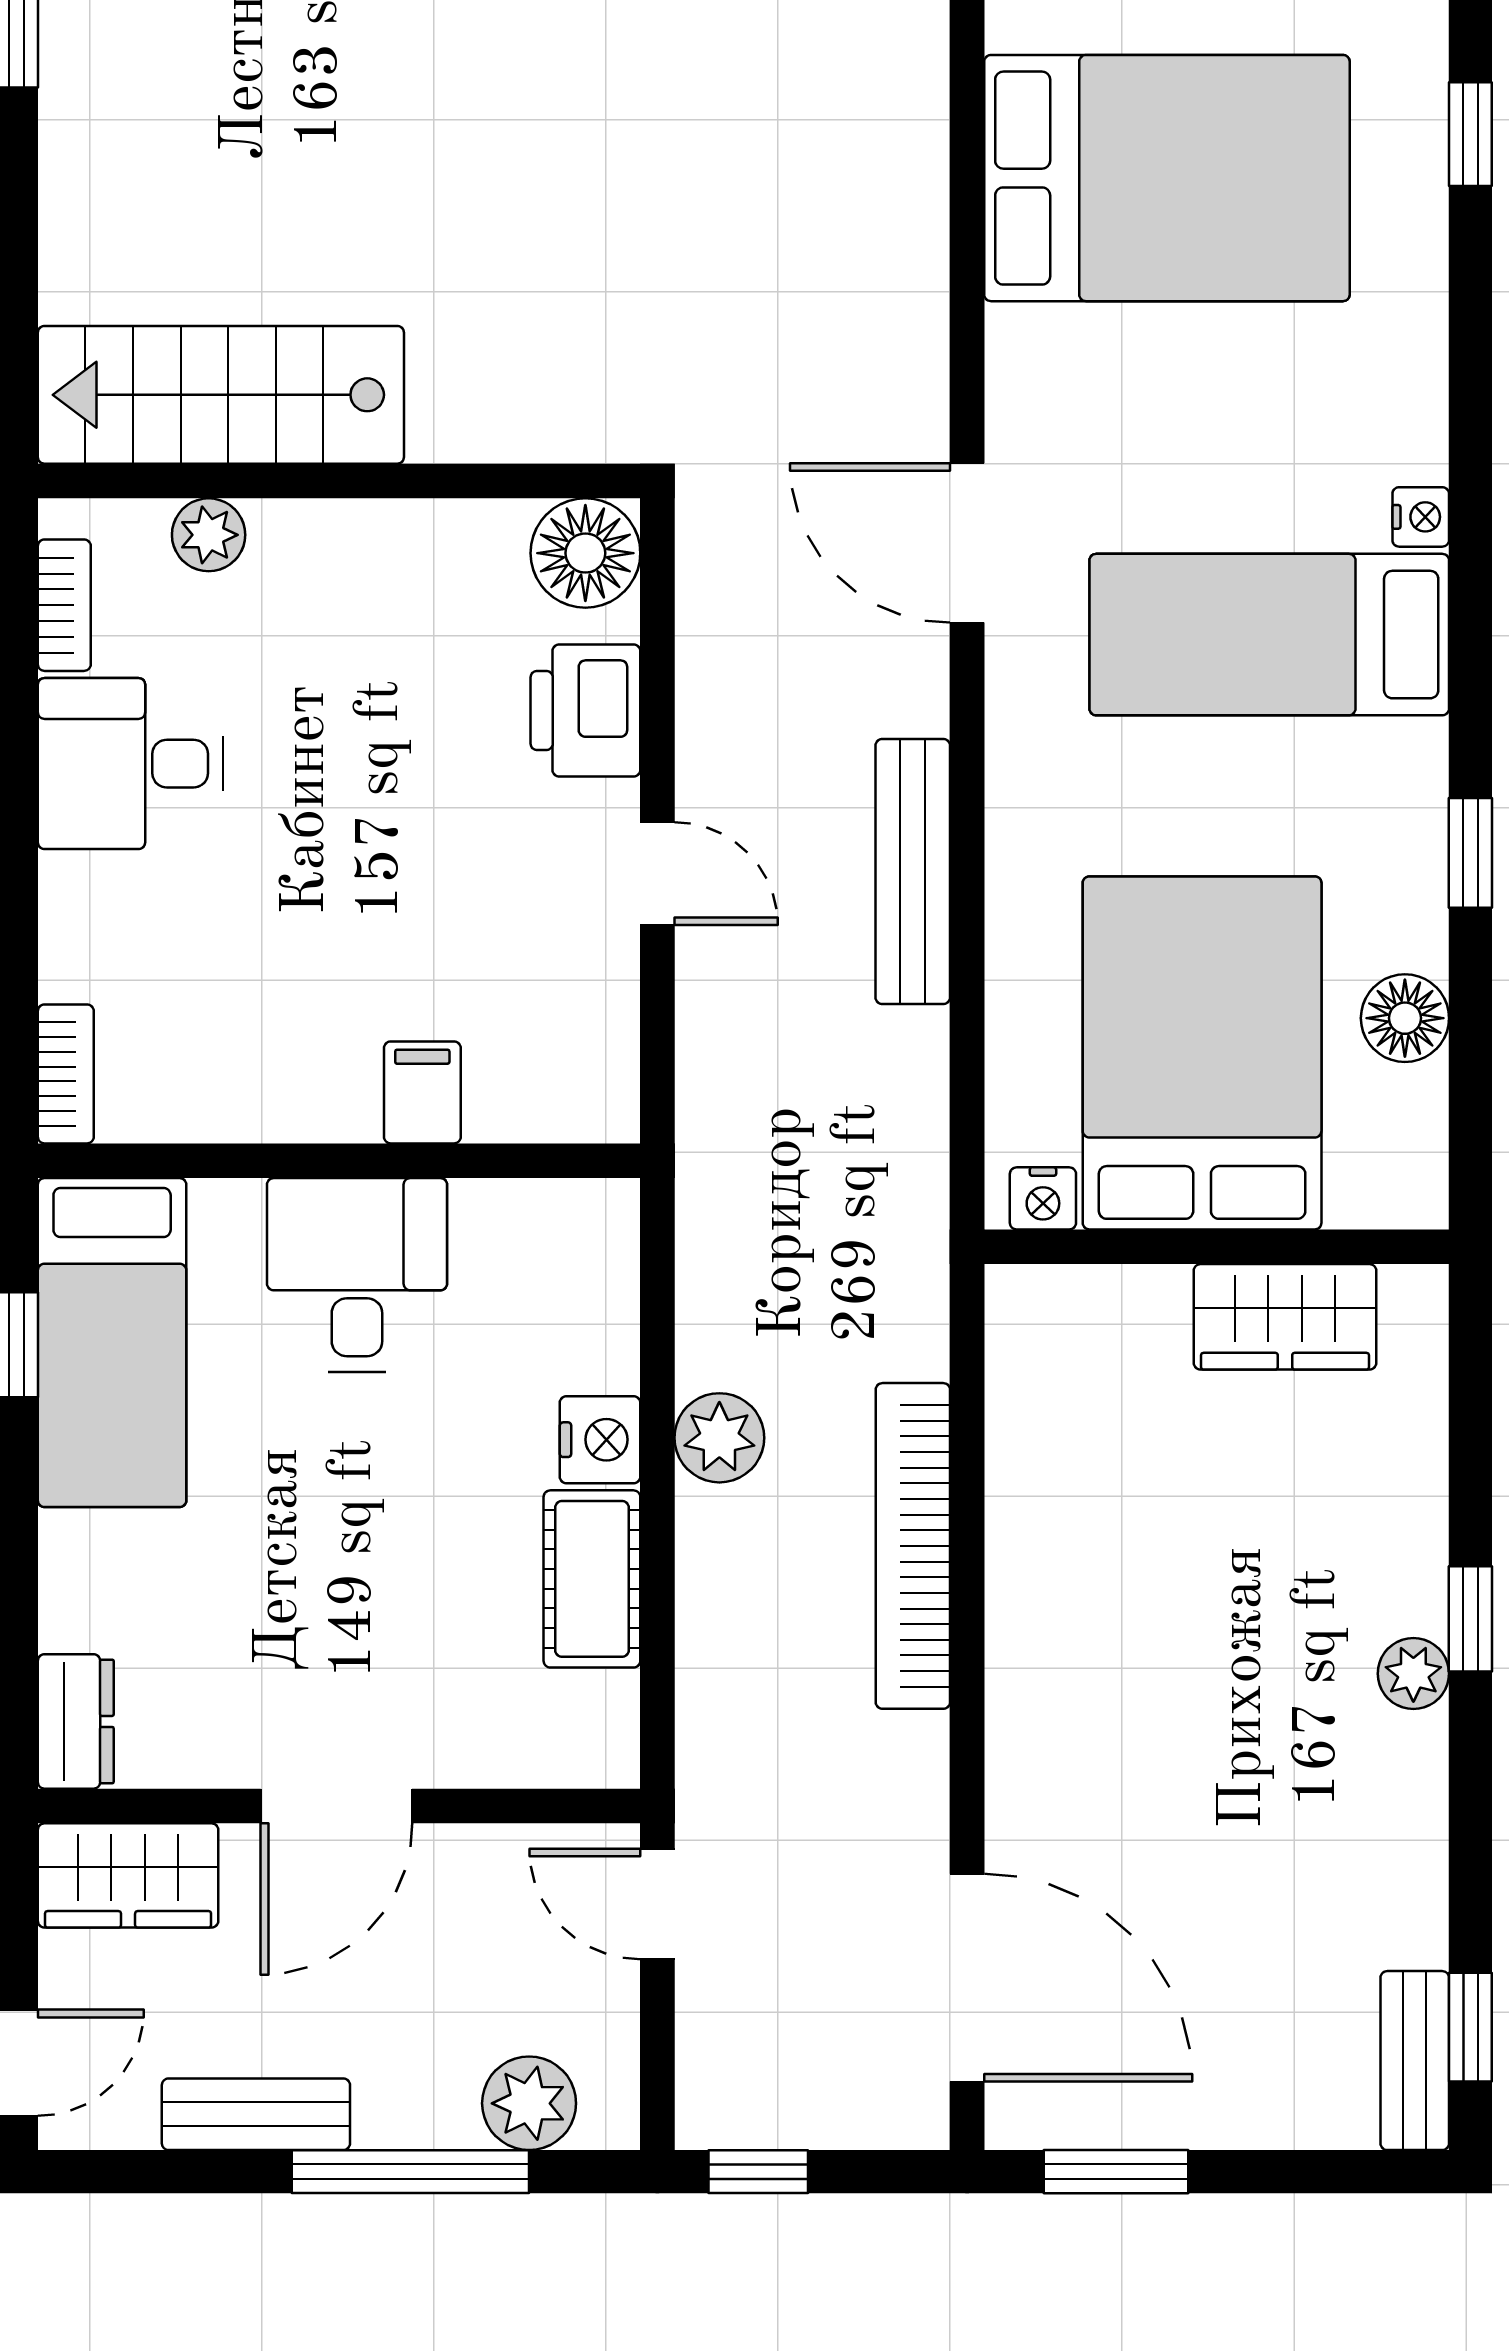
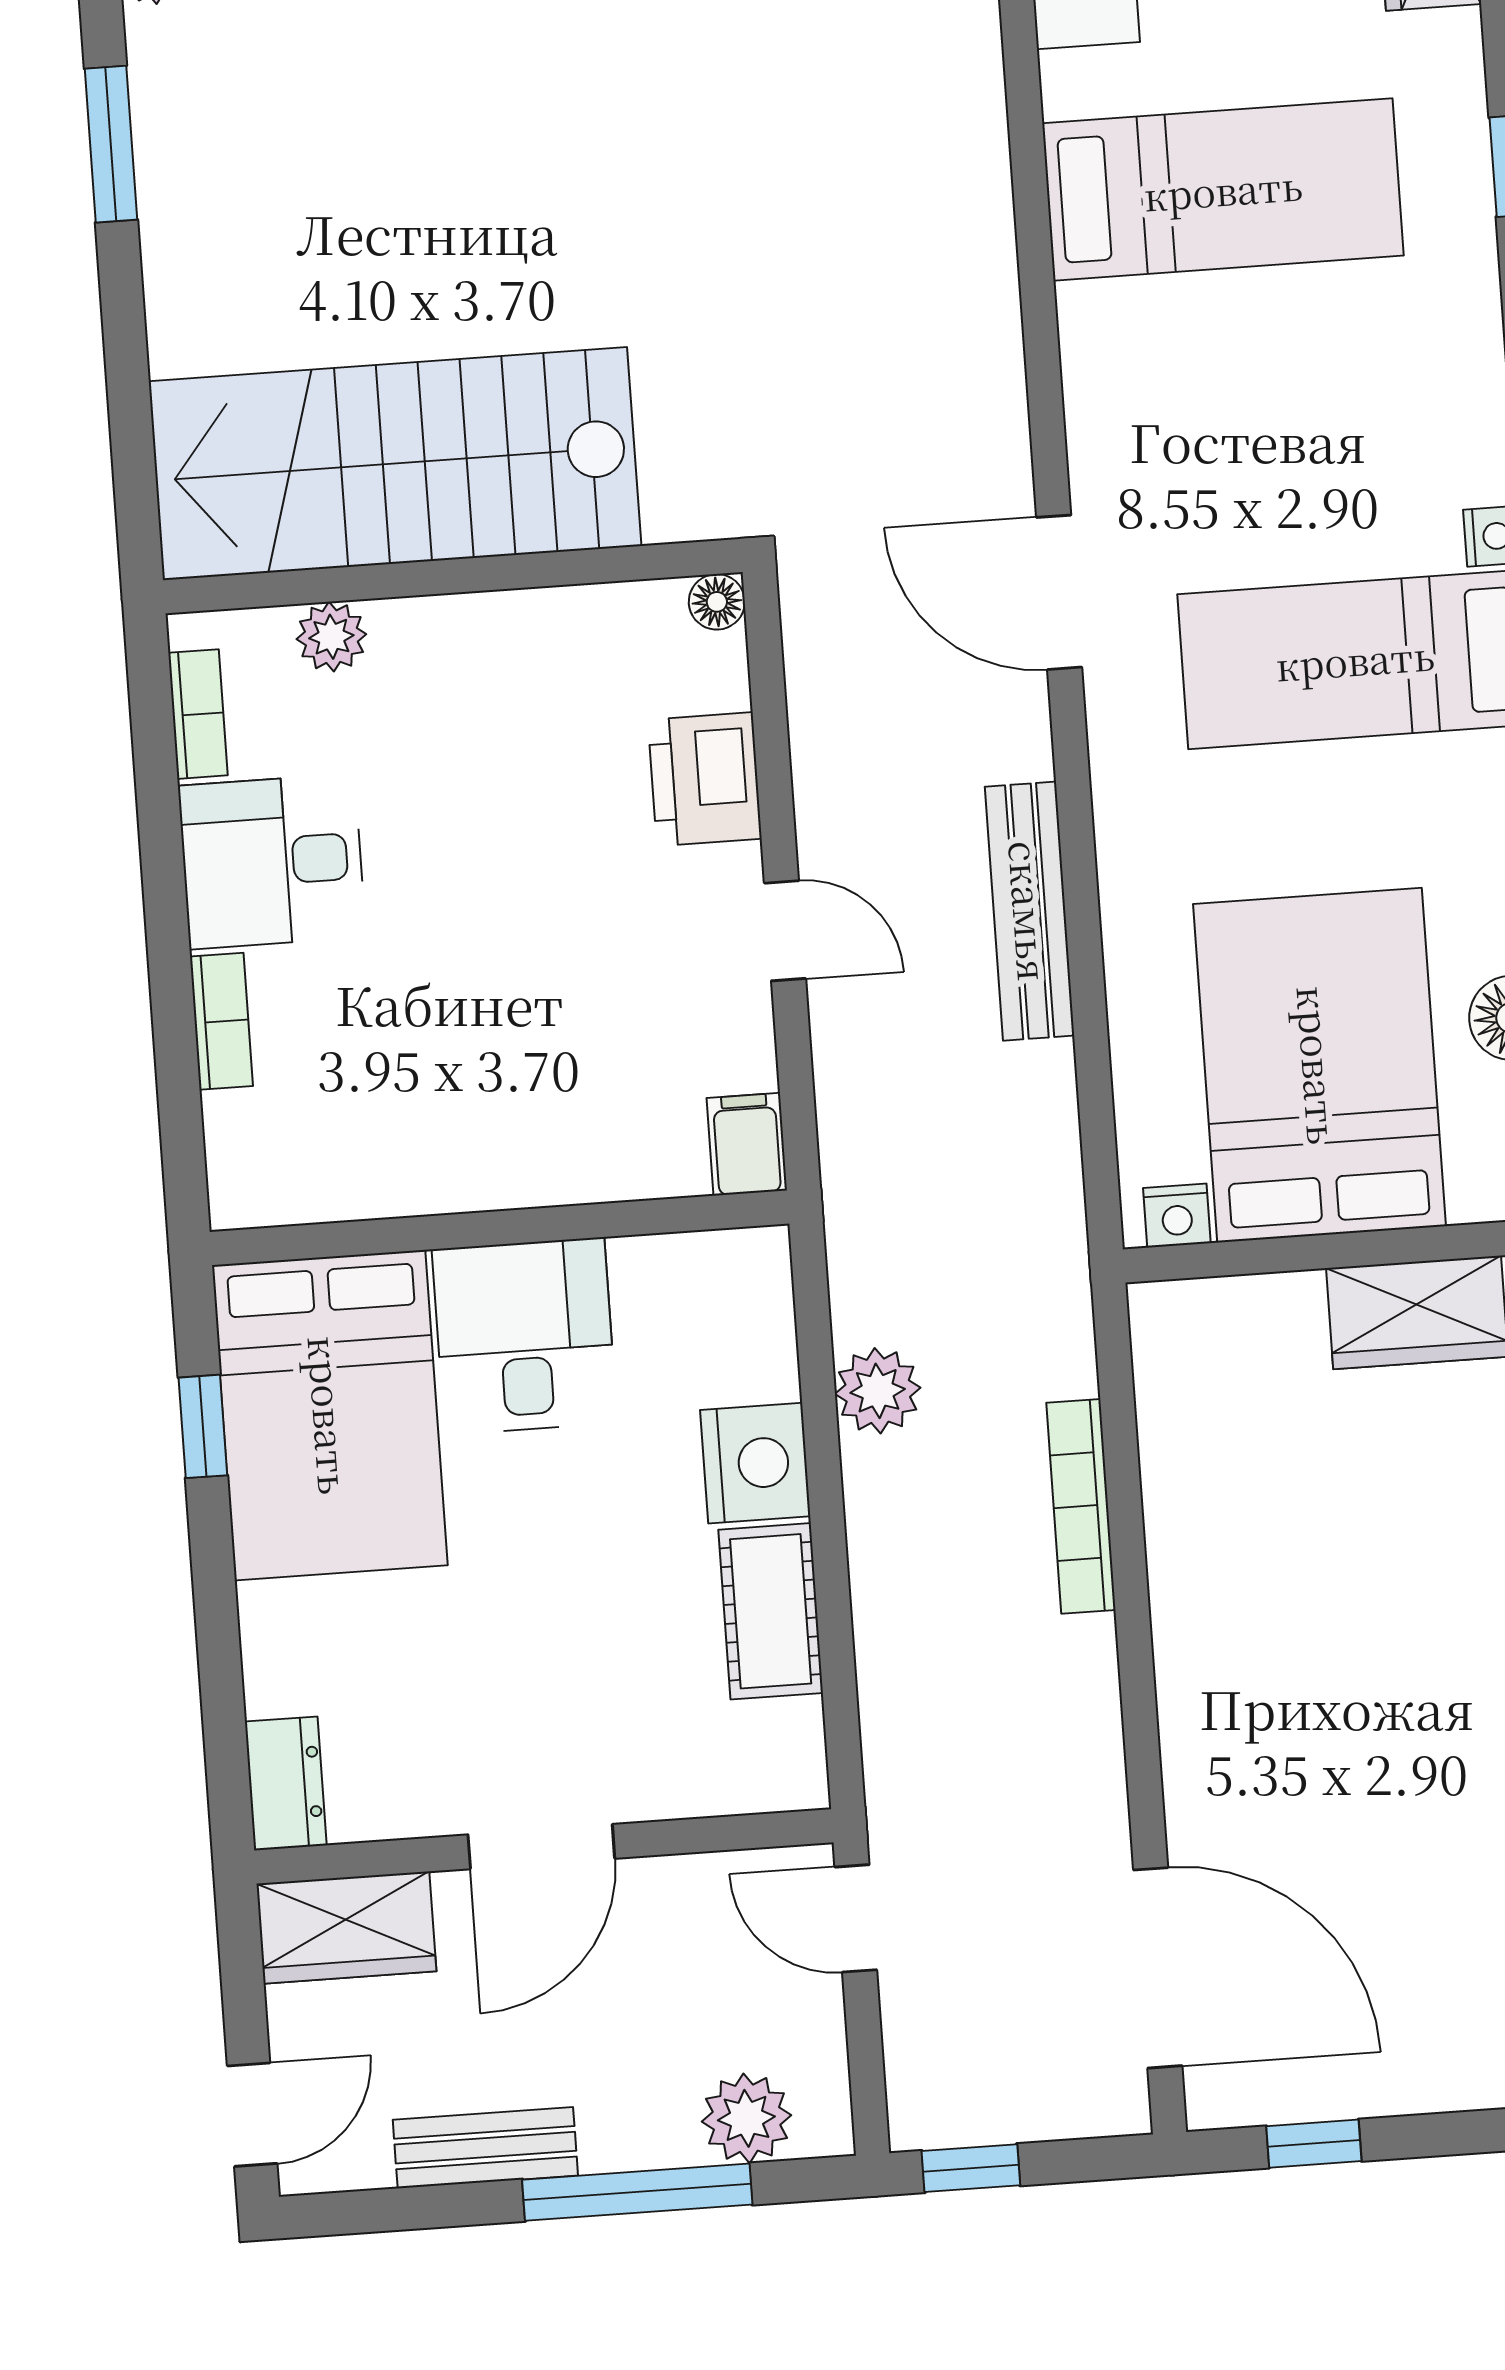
bed: (1167, 178) -> (1223, 189), width x0.67
stairs: (221, 395) -> (395, 464), width x1.36, depth x1.51
floor lamp: (585, 553) -> (717, 602), width x0.53, depth x0.53
bookcase: (66, 1074) -> (221, 1021), moved
filing cabinet: (422, 1092) -> (747, 1144), moved
bed: (112, 1343) -> (330, 1415), width x1.50
plant: (719, 1438) -> (878, 1391), moved
nightstand: (600, 1440) -> (755, 1463), width x1.36, depth x1.33
bookcase: (913, 1546) -> (1081, 1506), width x0.68, depth x0.76
window: (1116, 2172) -> (1314, 2144), width x0.67

